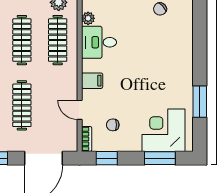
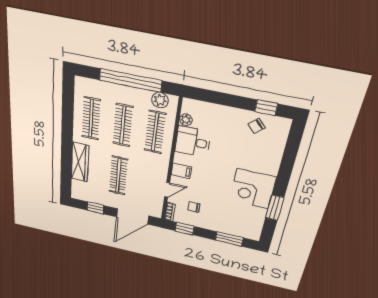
door: (80, 110) -> (167, 190), swing flipped
corner desk: (164, 130) -> (253, 189), moved, turned -90

